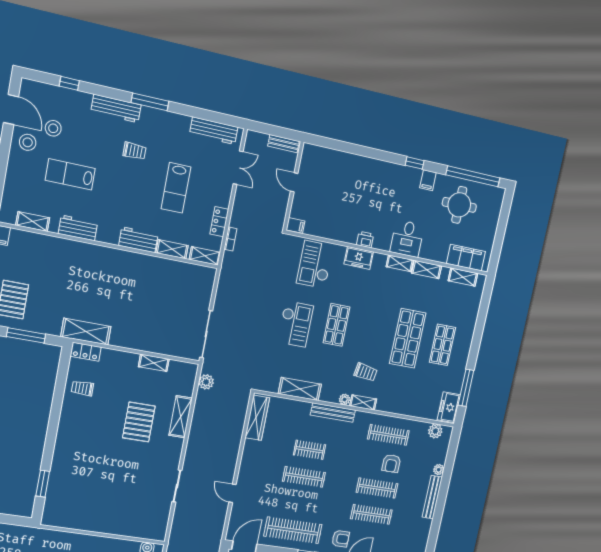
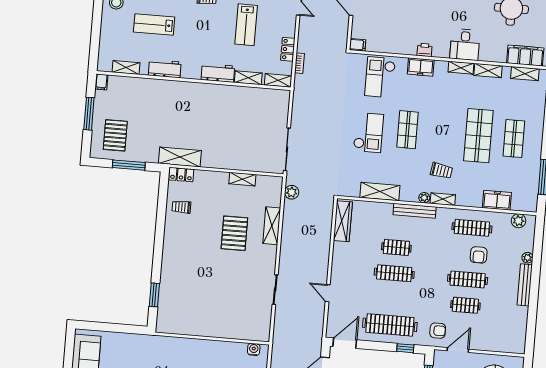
freezer: (449, 407) -> (497, 200), moved, turned 90
clothes rail: (371, 514) -> (465, 305), width x0.73

